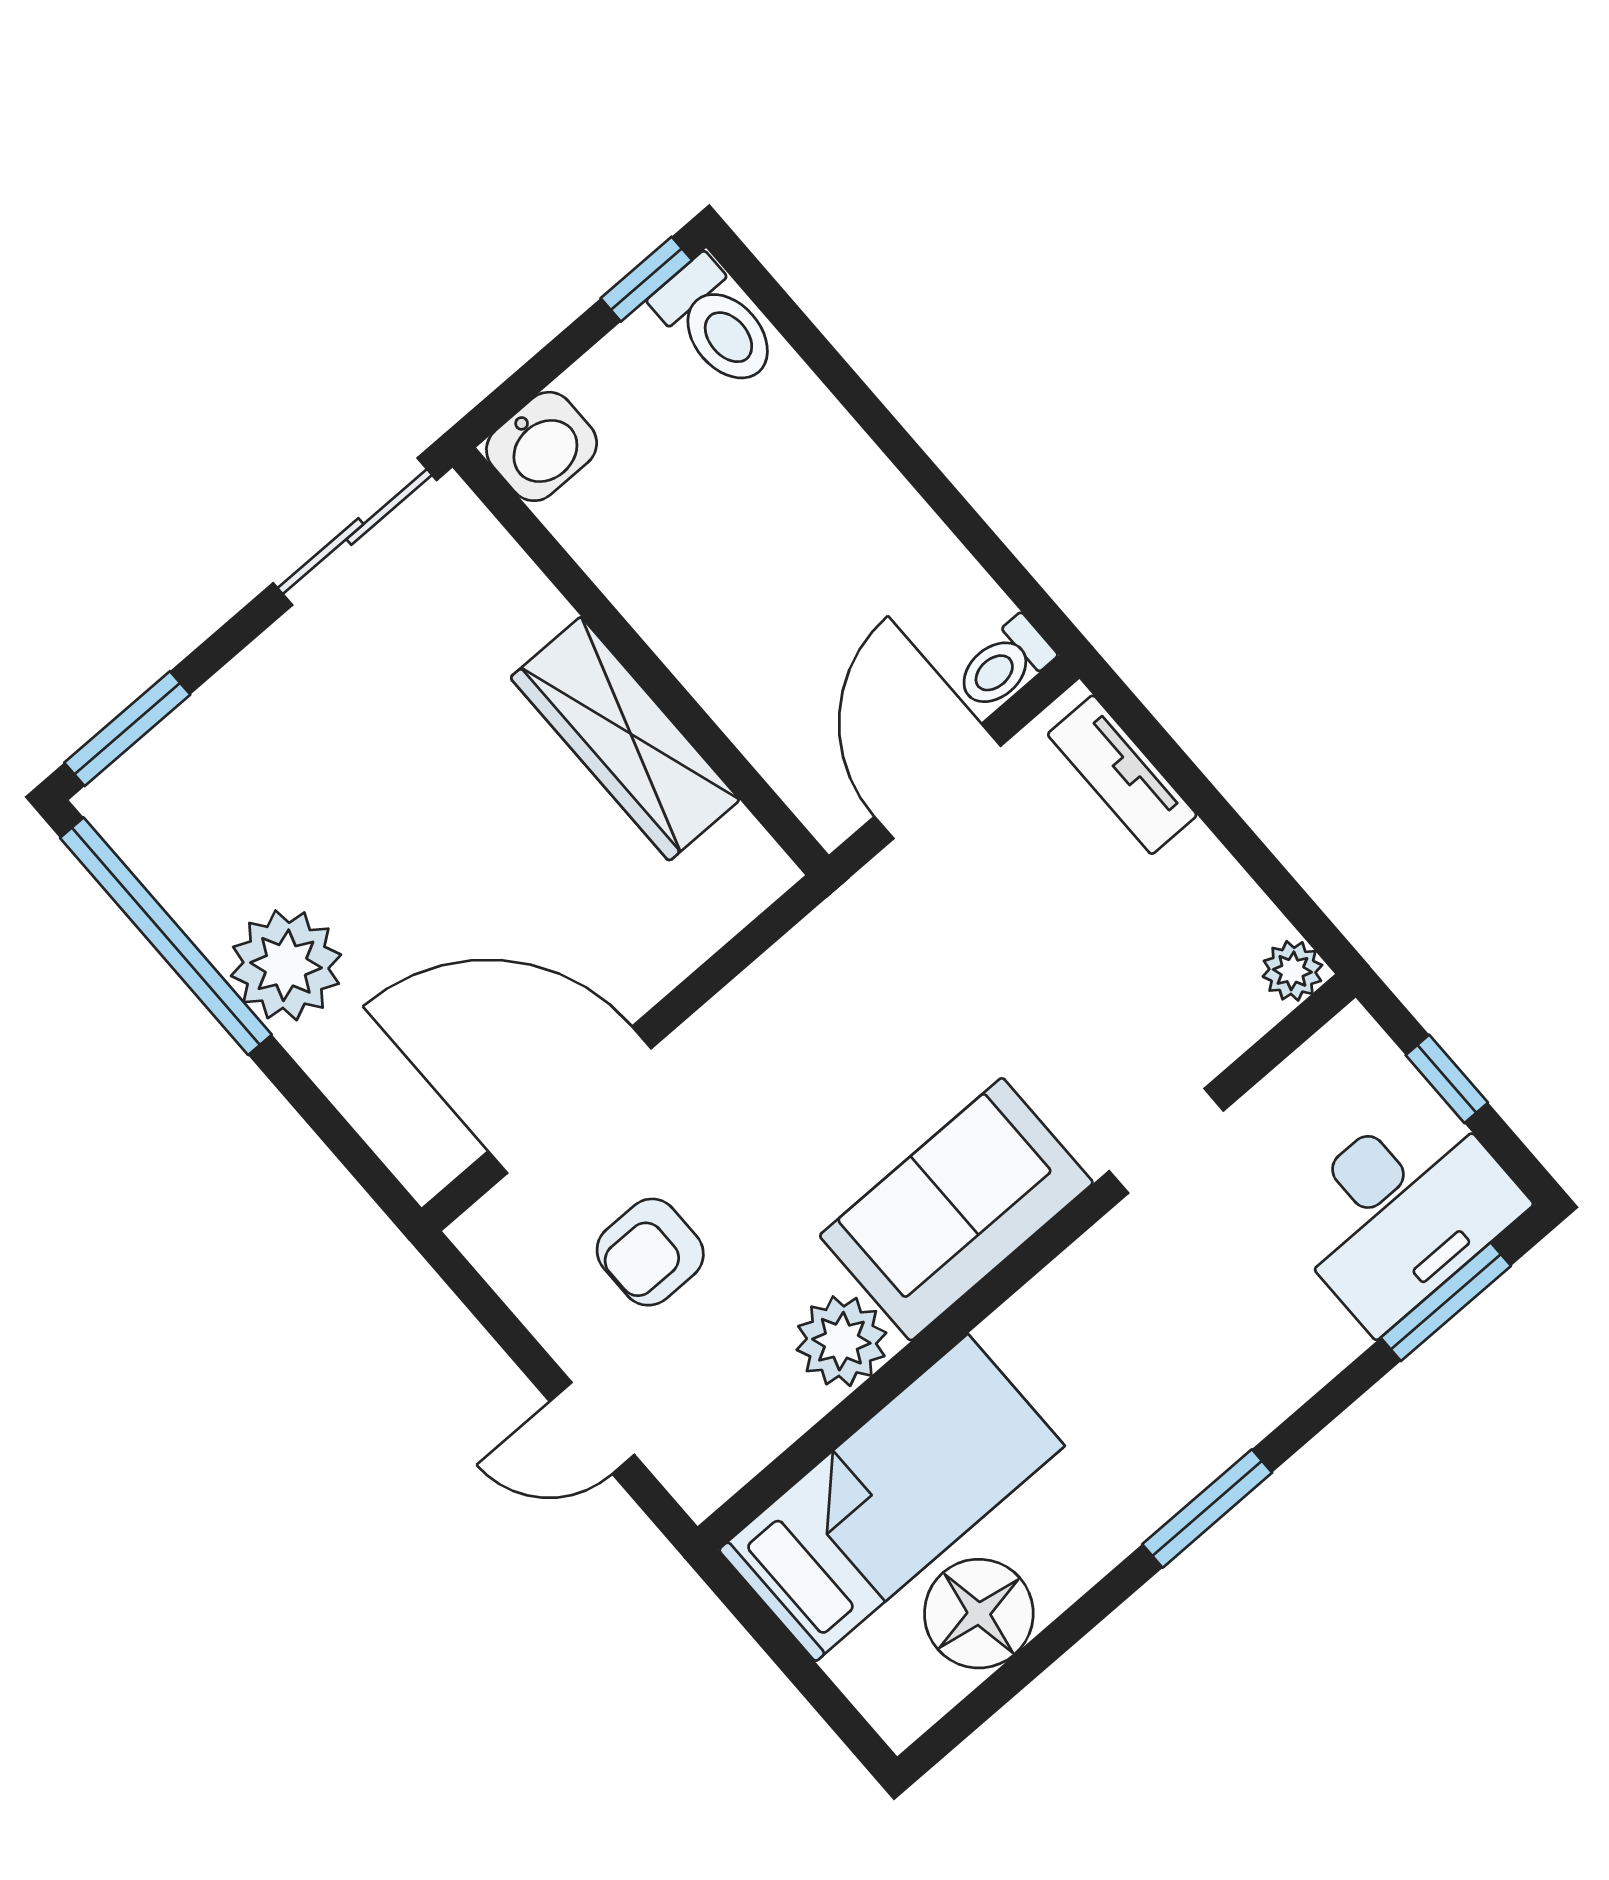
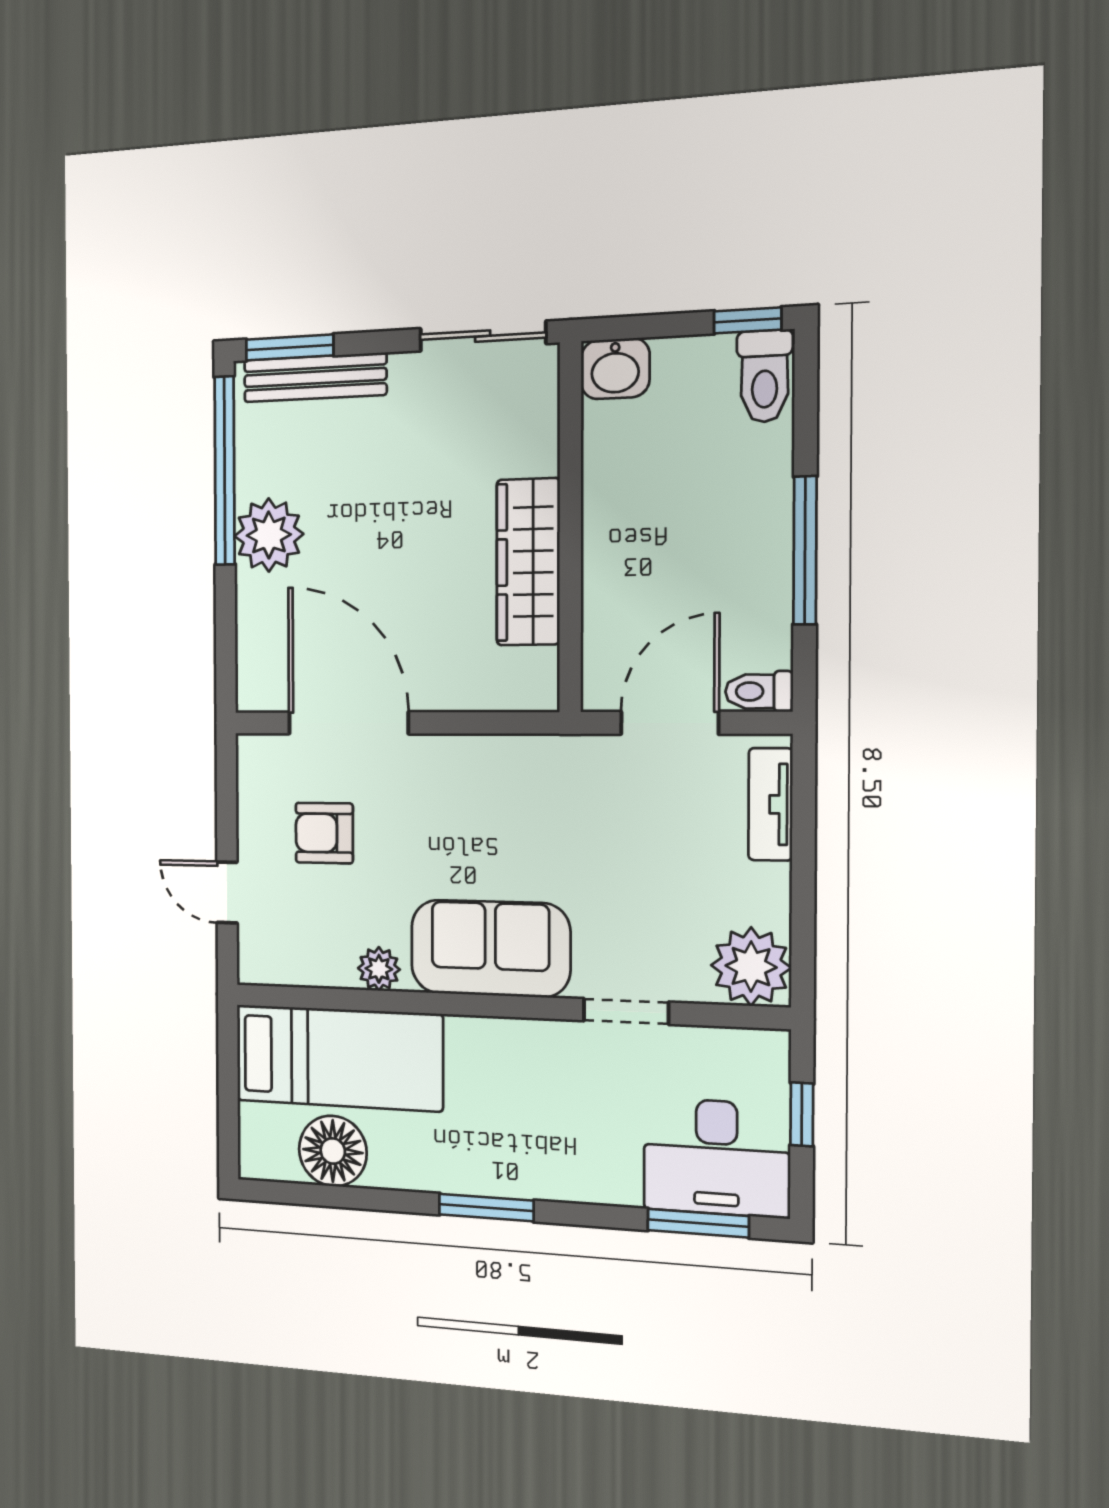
window: (922, 473) -> (805, 550), added
bench: (189, 738) -> (315, 377), added
plant: (1292, 971) -> (751, 967), width x1.87, depth x1.87
plant: (841, 1341) -> (379, 969), width x0.73, depth x0.73

